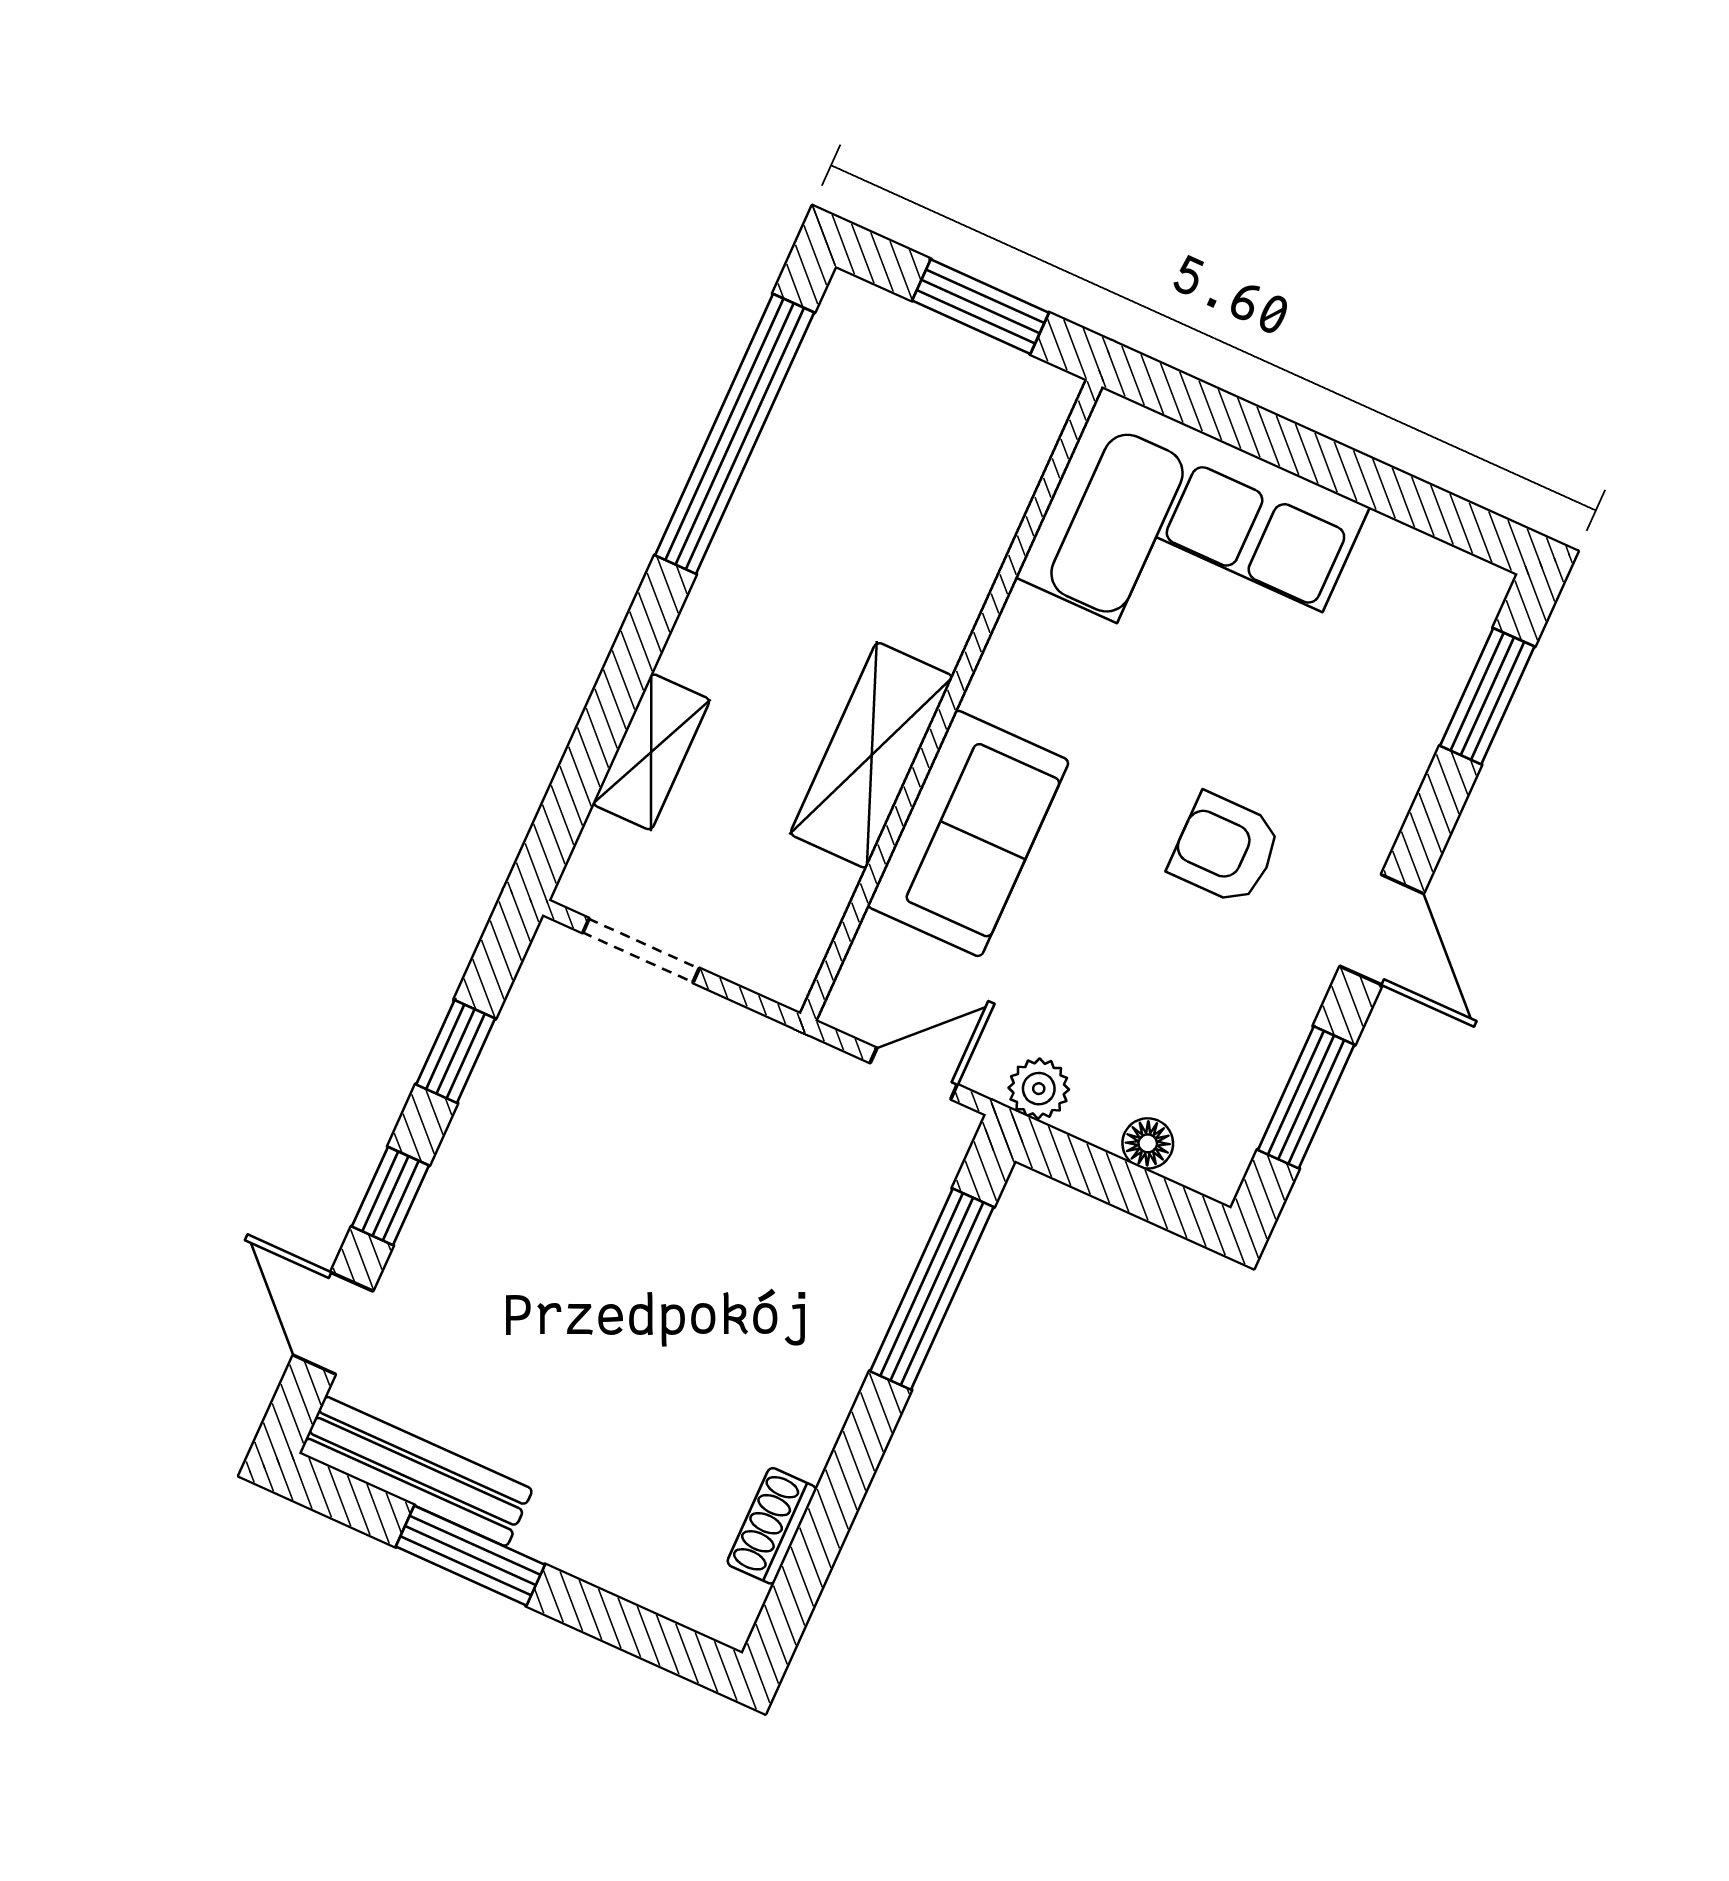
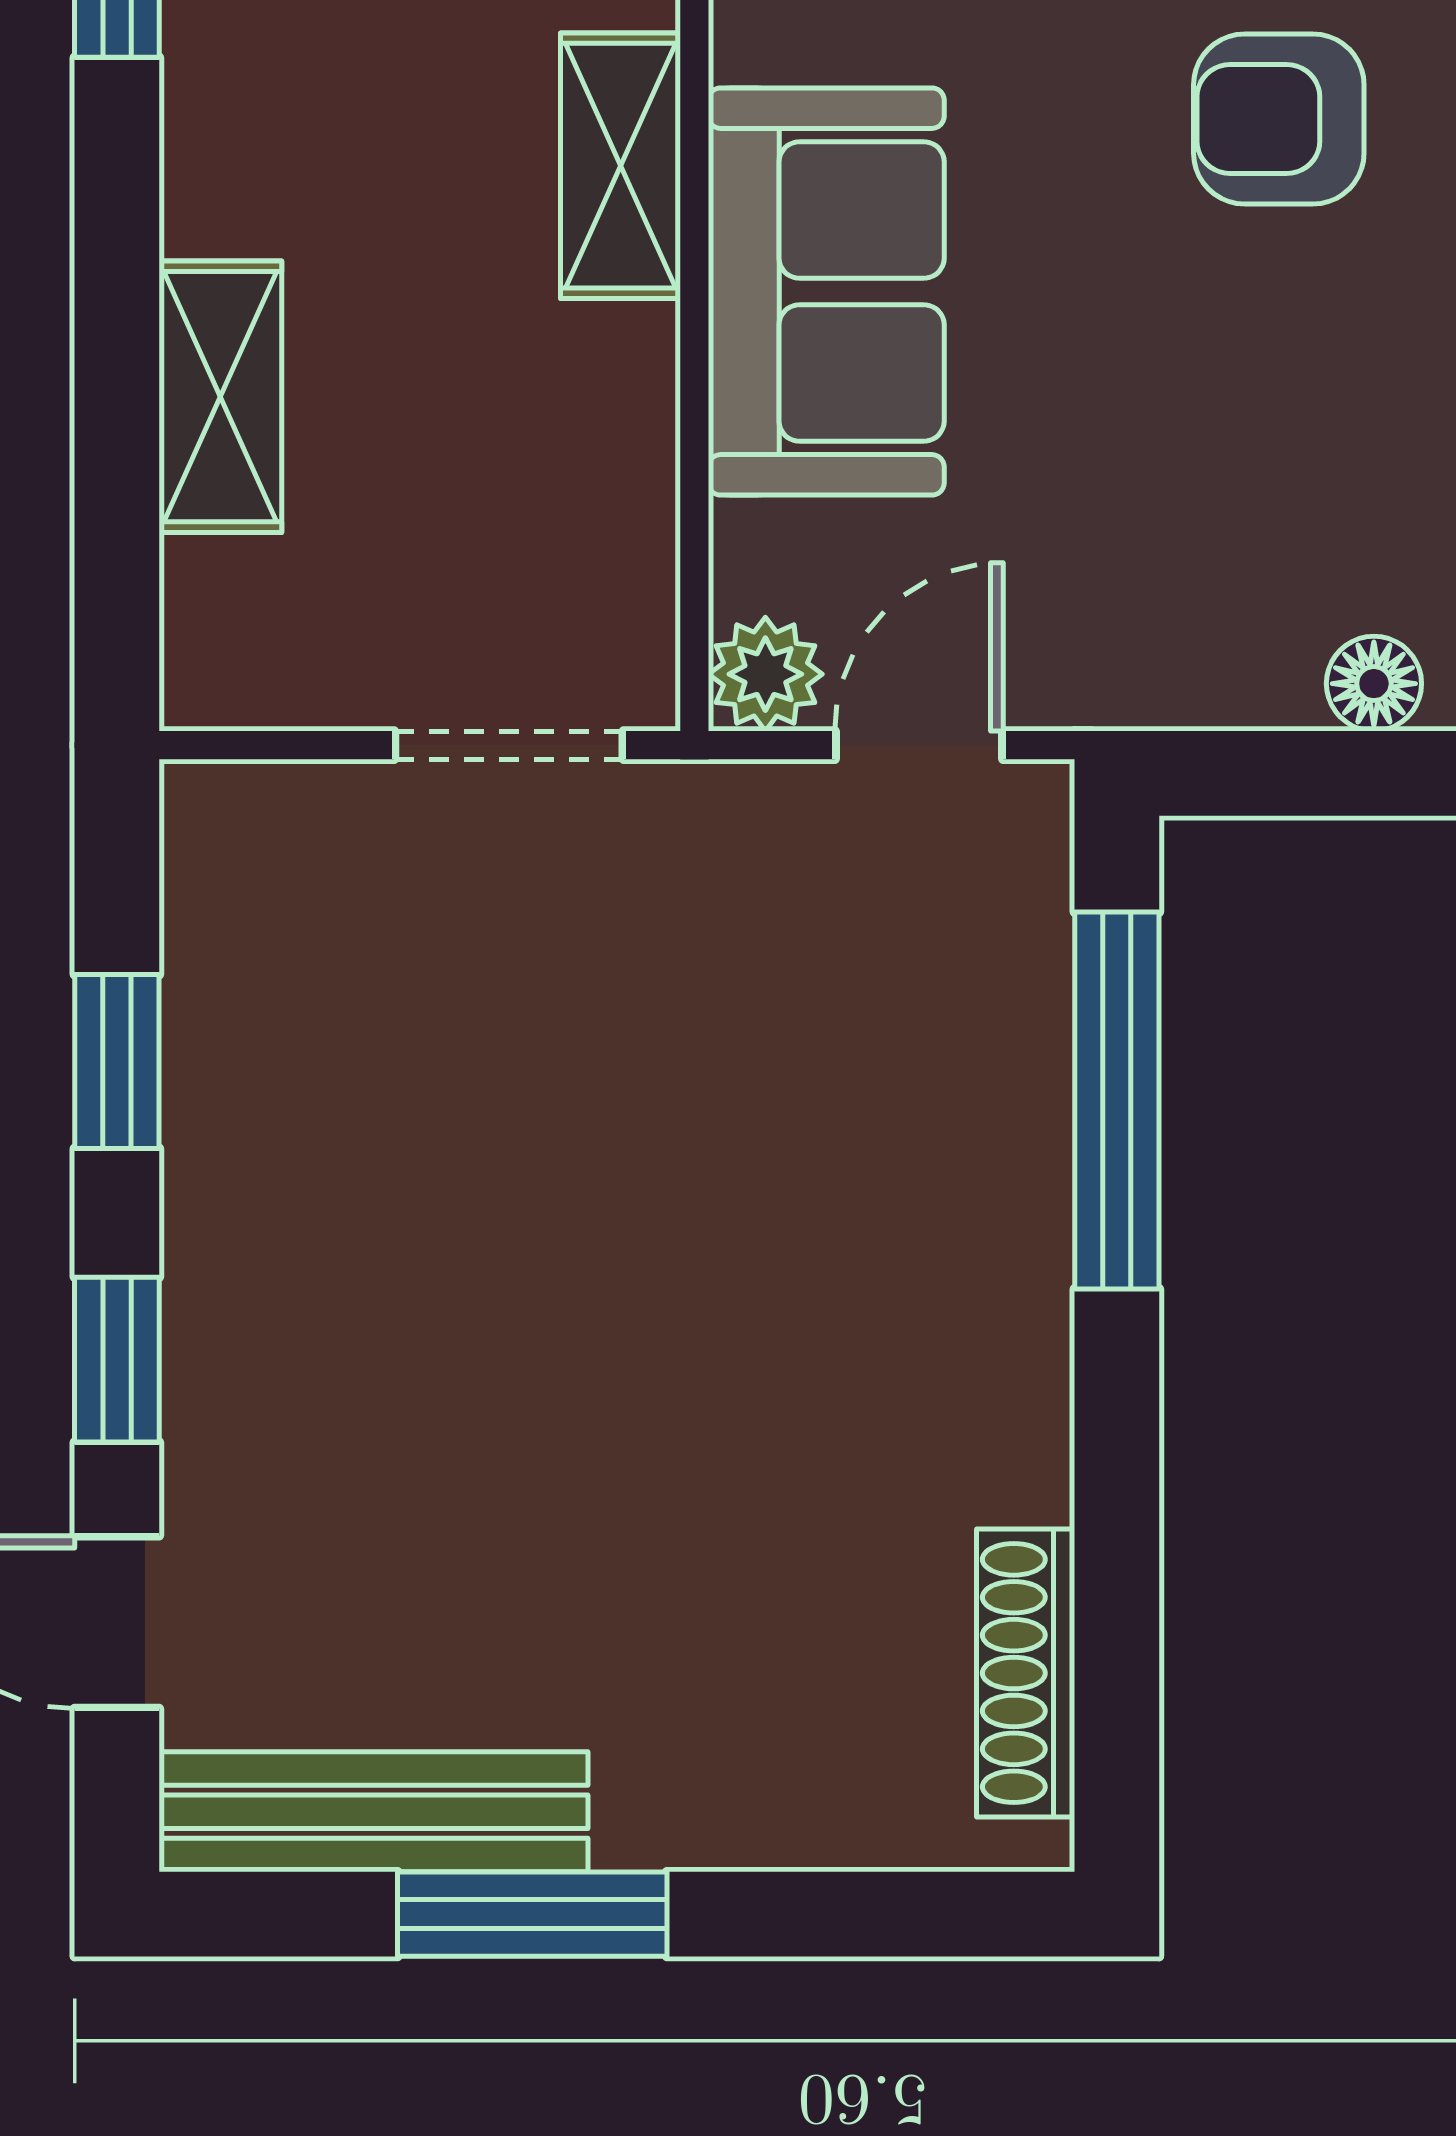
shelving: (872, 755) -> (620, 166), width x0.67, depth x0.75
doorway: (641, 950) -> (509, 745), moved
plant: (1039, 1089) -> (765, 674), moved
shoe rack: (772, 1526) -> (1026, 1673), width x1.43

